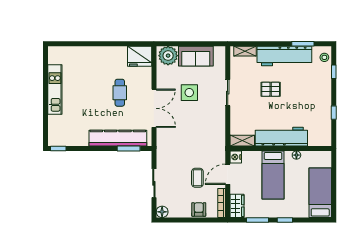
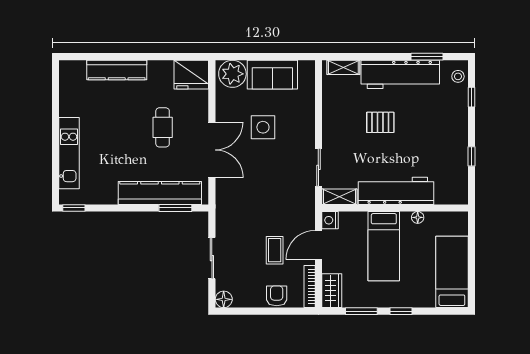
kitchen counter: (88, 53) -> (117, 70), added
kitchen unit: (55, 89) -> (69, 153), moved
sliding door: (228, 93) -> (318, 167), moved

